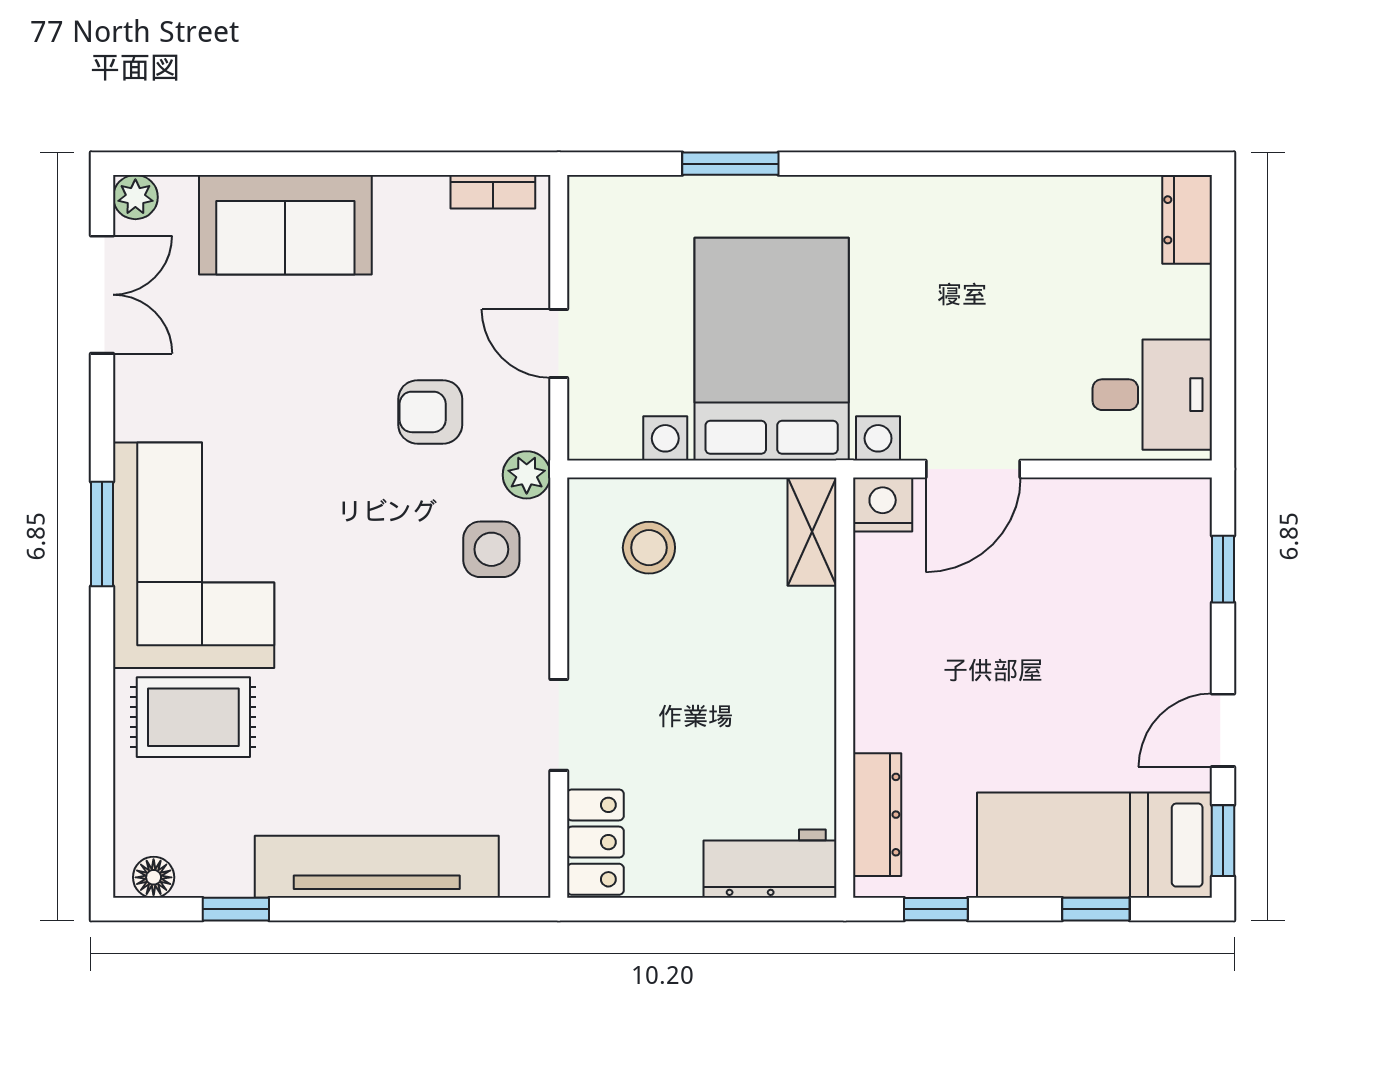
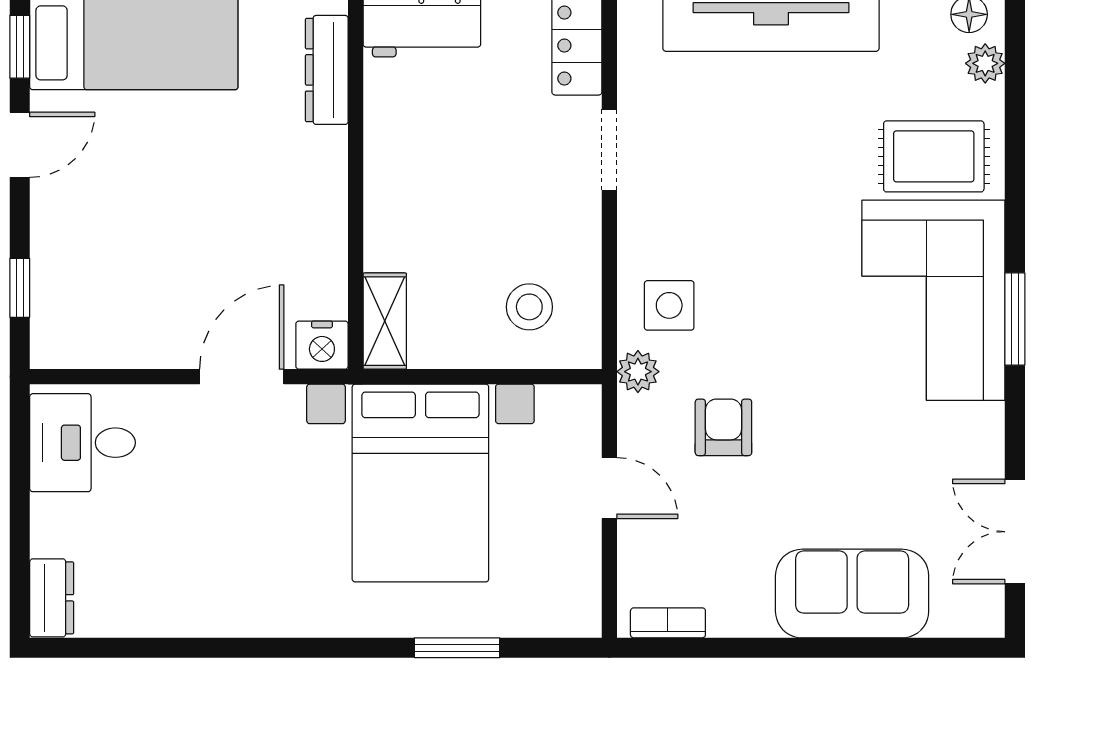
plant: (135, 197) -> (985, 63), moved
armchair: (430, 412) -> (723, 427), turned -90

